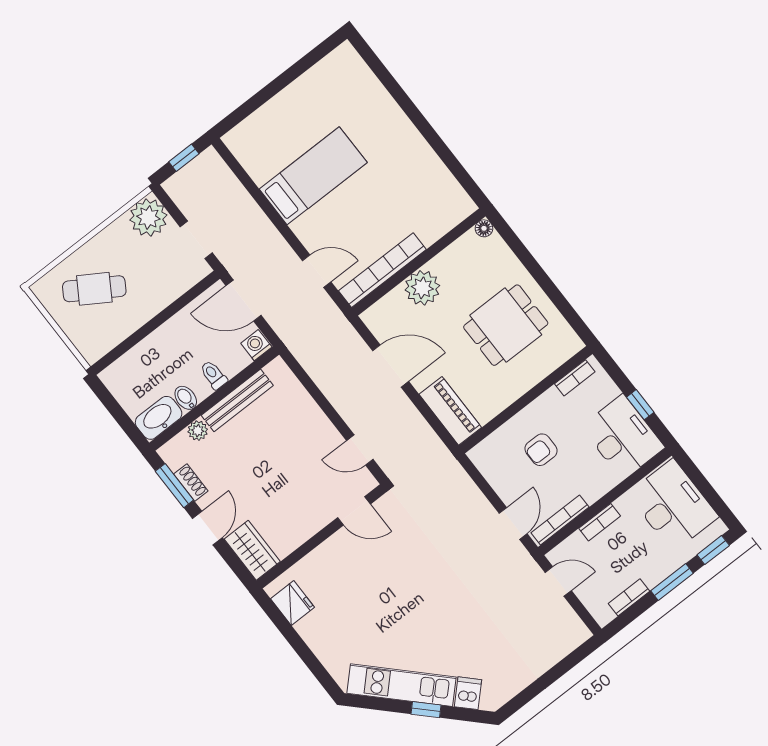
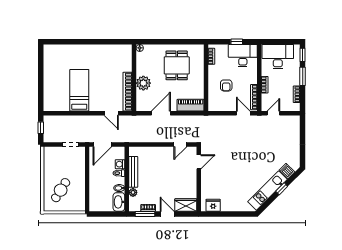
plant: (148, 218) -> (51, 154), removed
door: (317, 271) -> (111, 113), swing flipped
washing machine: (256, 345) -> (120, 164), moved

